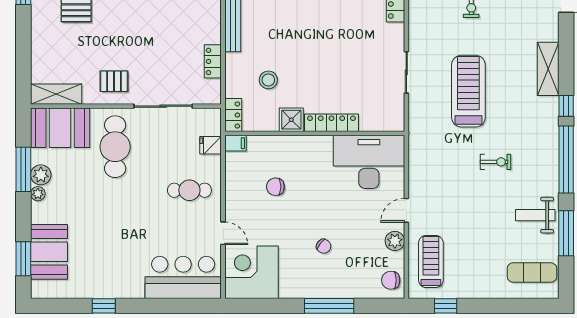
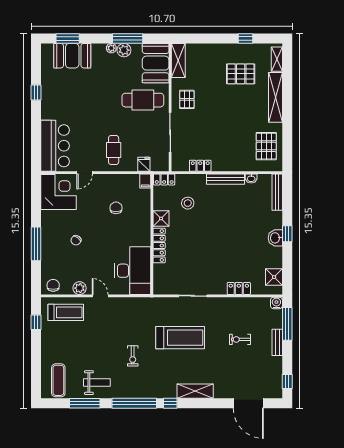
weight bench: (535, 215) -> (97, 383), turned 90

